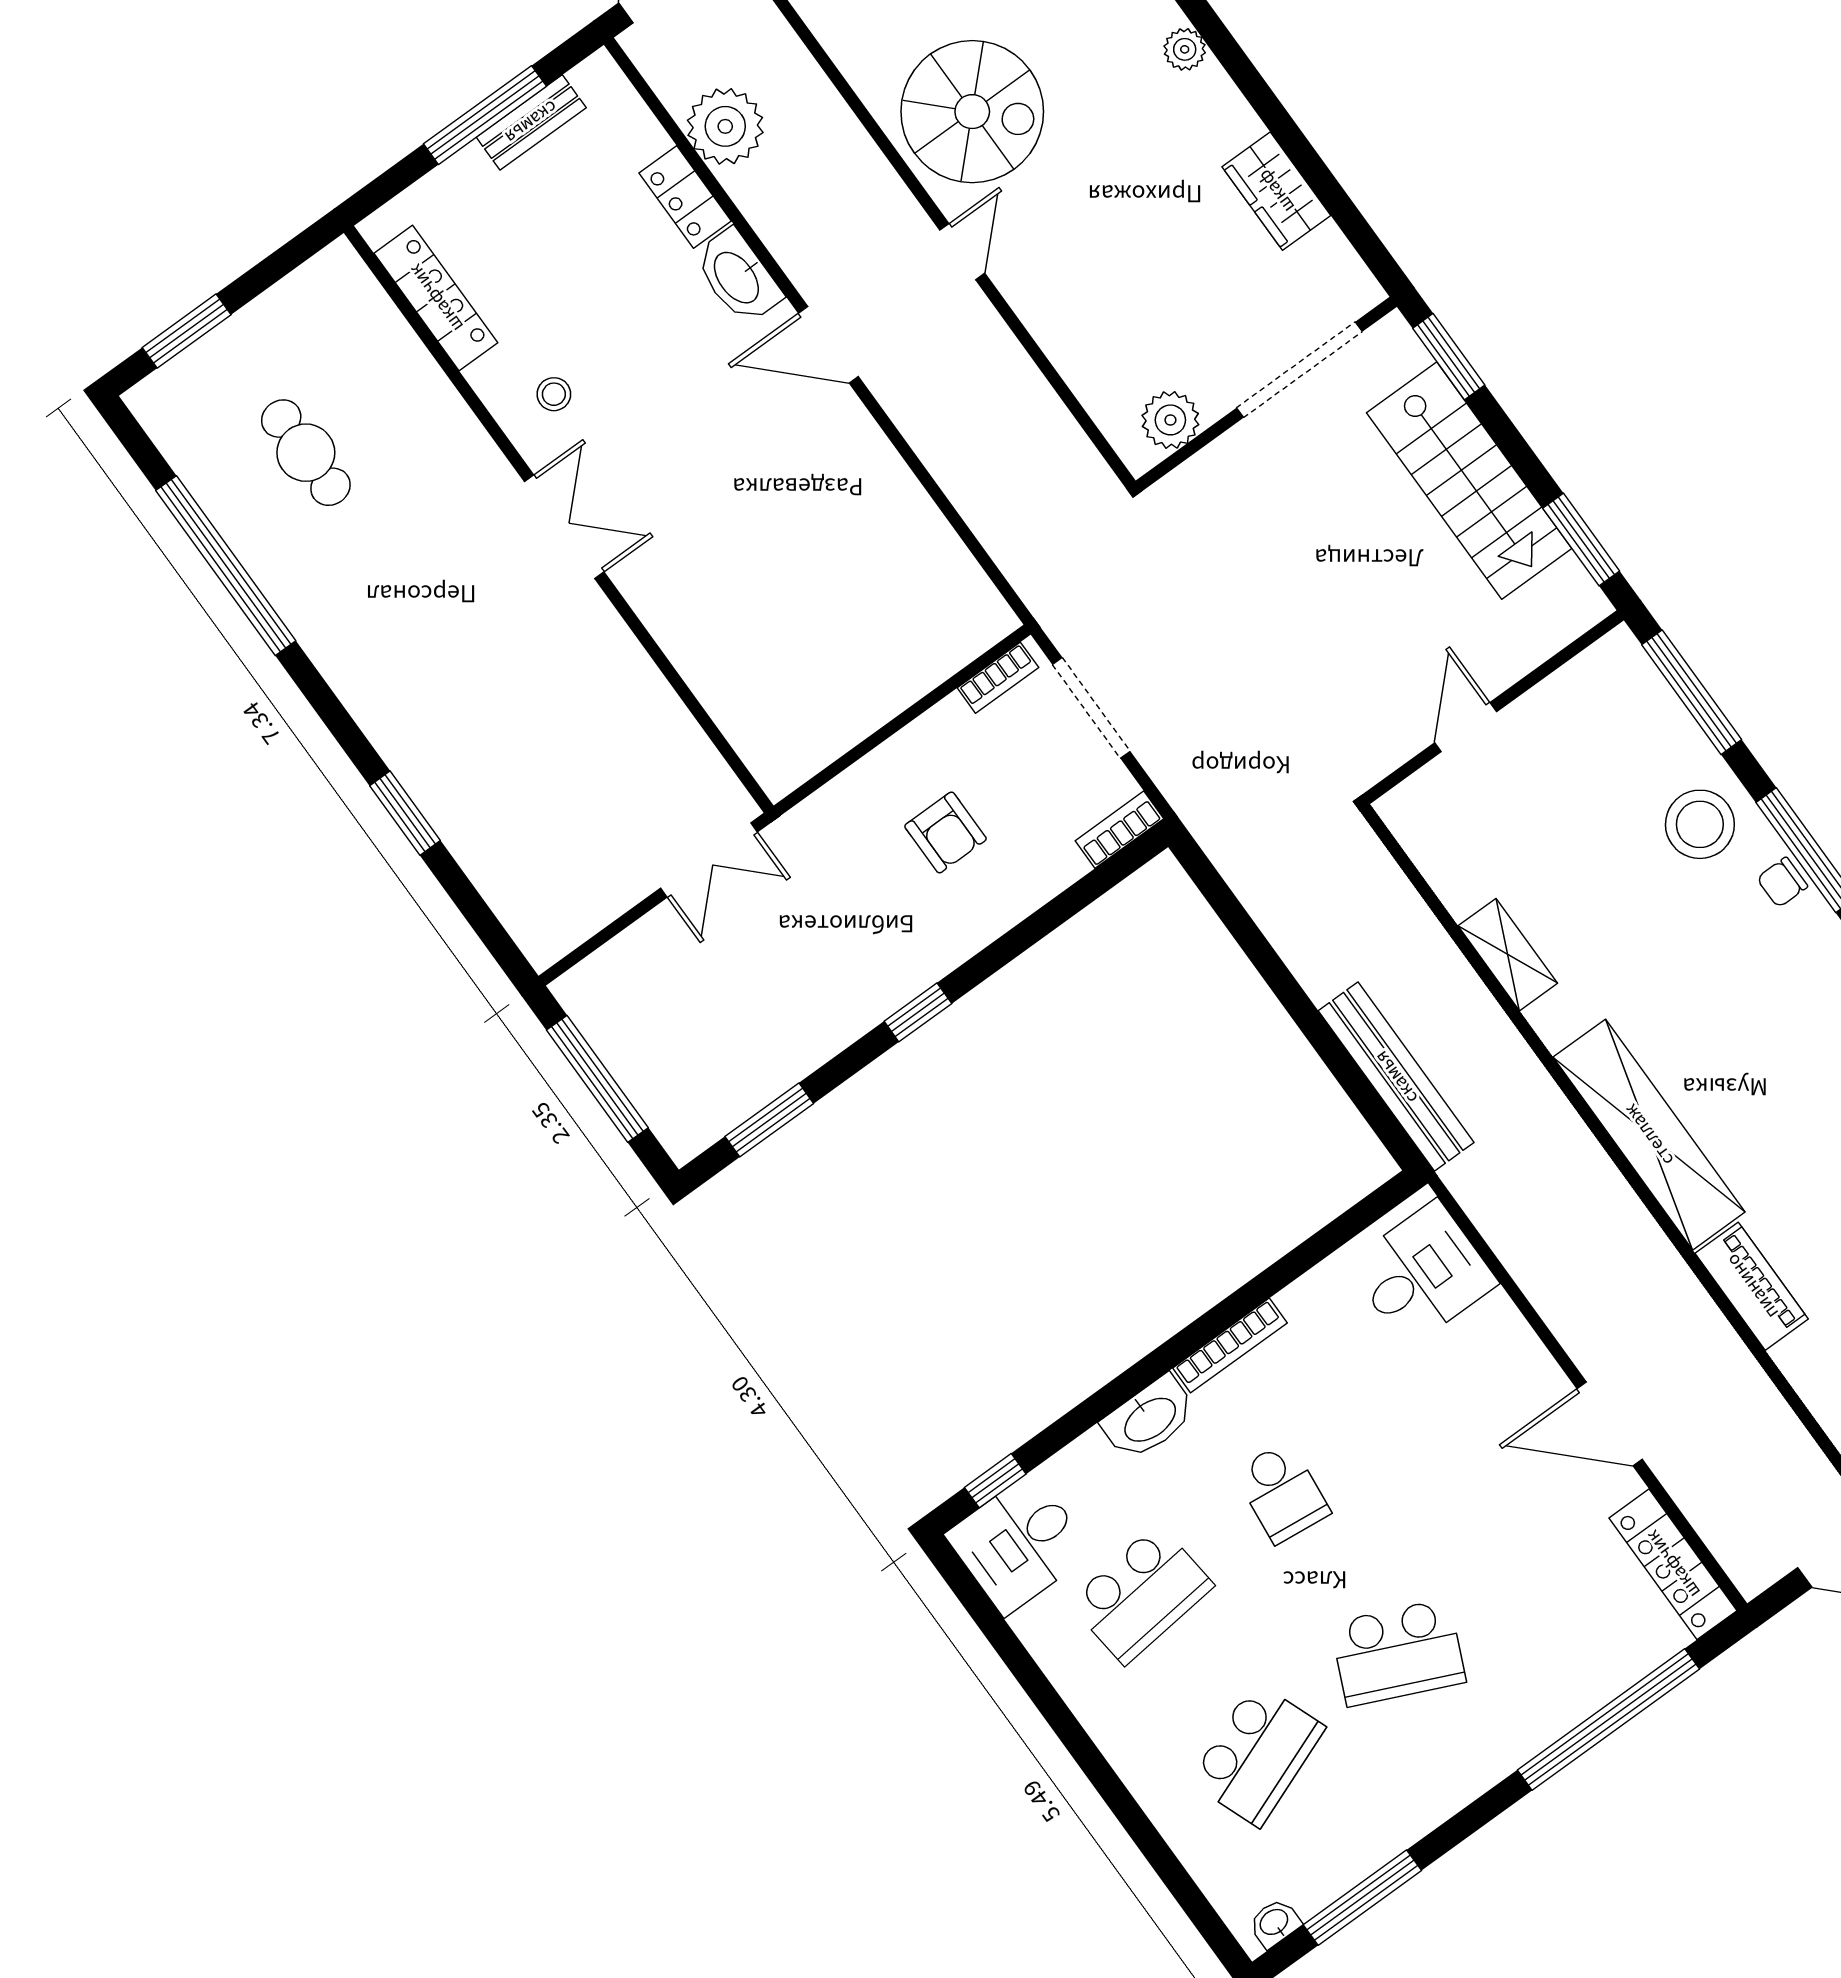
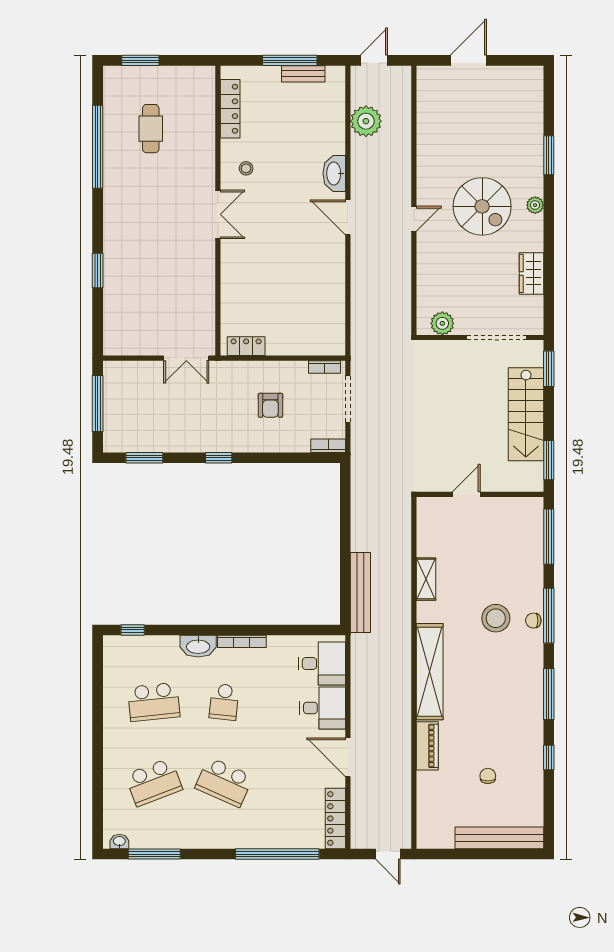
spiral stairs: (972, 112) -> (482, 206), moved
locker: (685, 197) -> (246, 346), moved, turned 90
stool: (1700, 824) -> (496, 618), moved
desk: (1019, 1544) -> (323, 708), moved, turned 180

